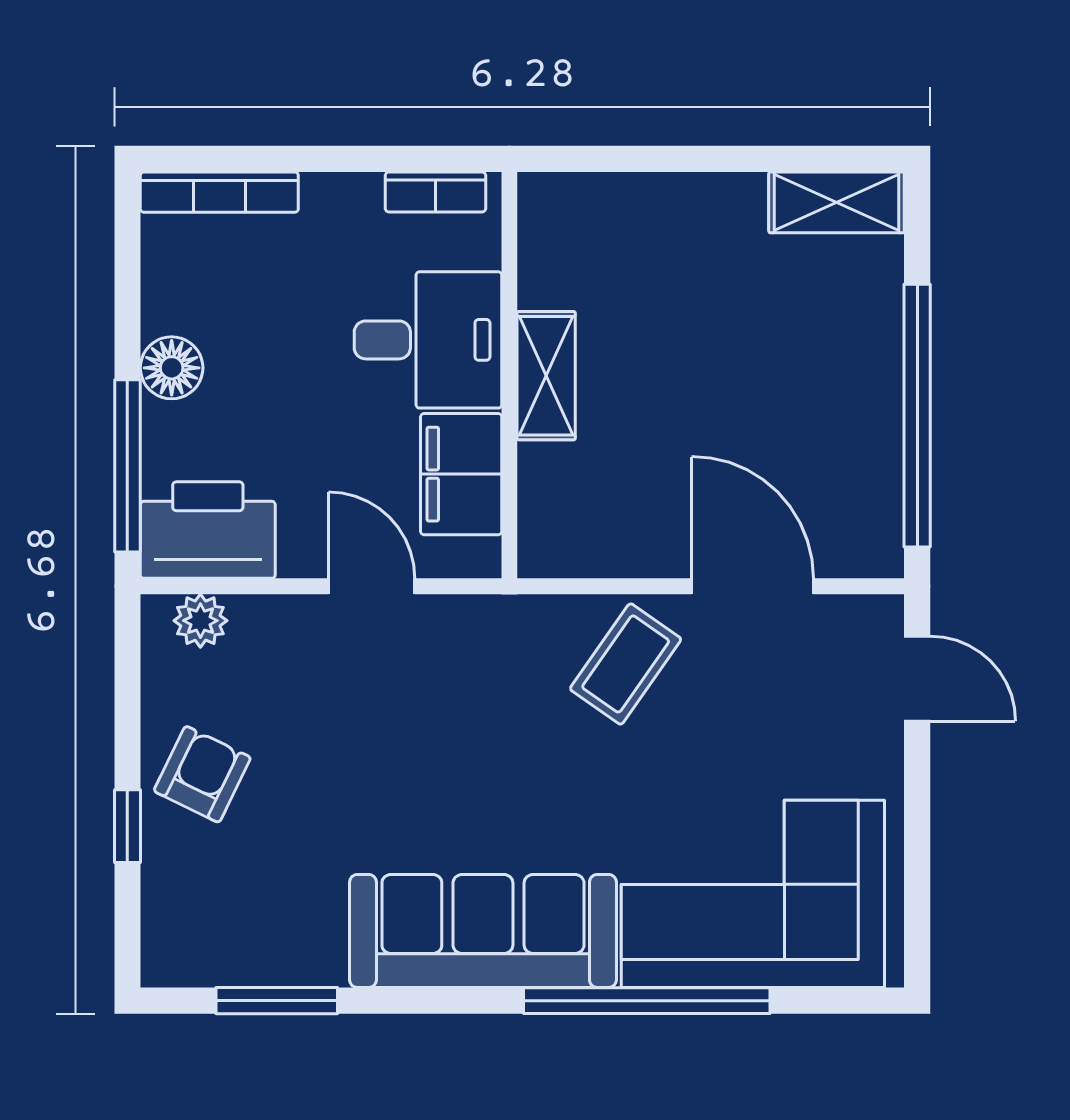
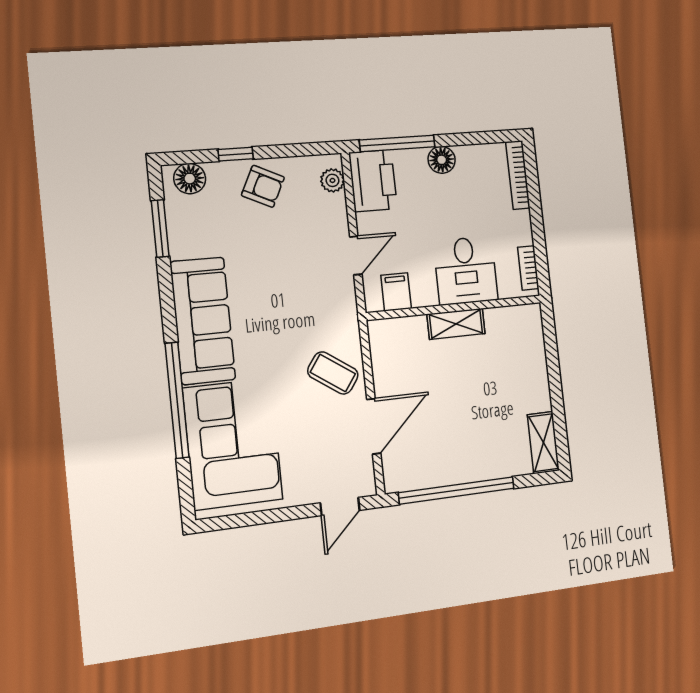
filing cabinet: (461, 474) -> (396, 292), width x0.50
floor lamp: (174, 929) -> (190, 179), added

